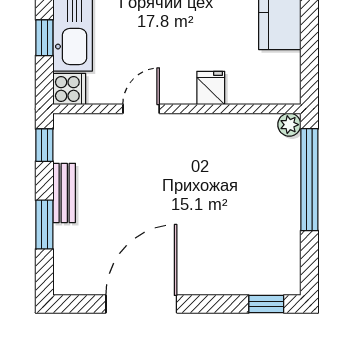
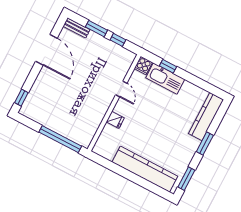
plant: (289, 125) -> (85, 143), removed
window: (44, 145) -> (118, 40), moved
bench: (64, 193) -> (77, 28), moved

